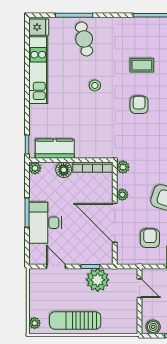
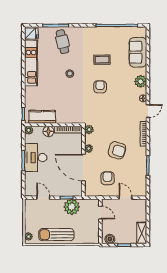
desk: (45, 223) -> (36, 158), moved

